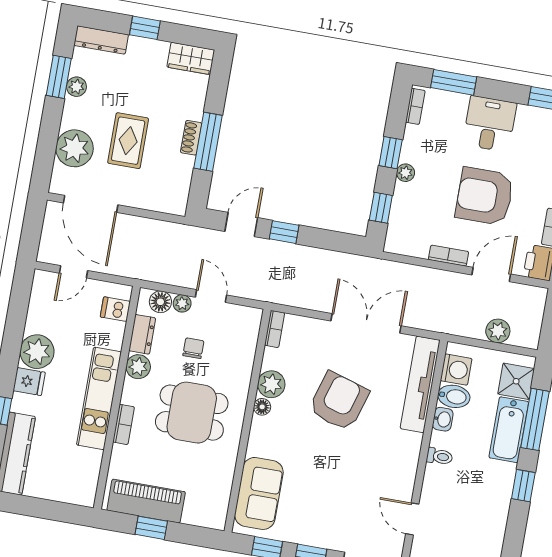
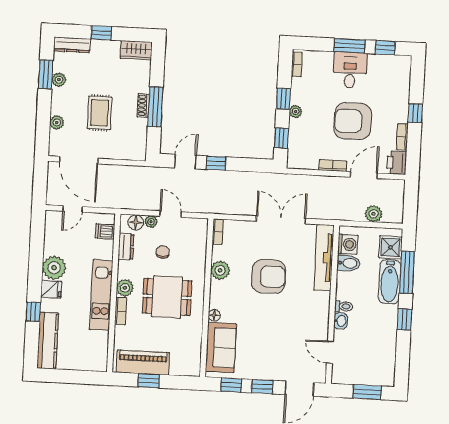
window: (454, 82) -> (349, 46), moved
plant: (75, 148) -> (57, 122), width x0.53, depth x0.53
plant: (138, 367) -> (125, 288), moved
armchair: (339, 401) -> (269, 276), turned 73
floor lamp: (262, 407) -> (214, 315), moved
washbasin: (443, 419) -> (341, 321), moved

